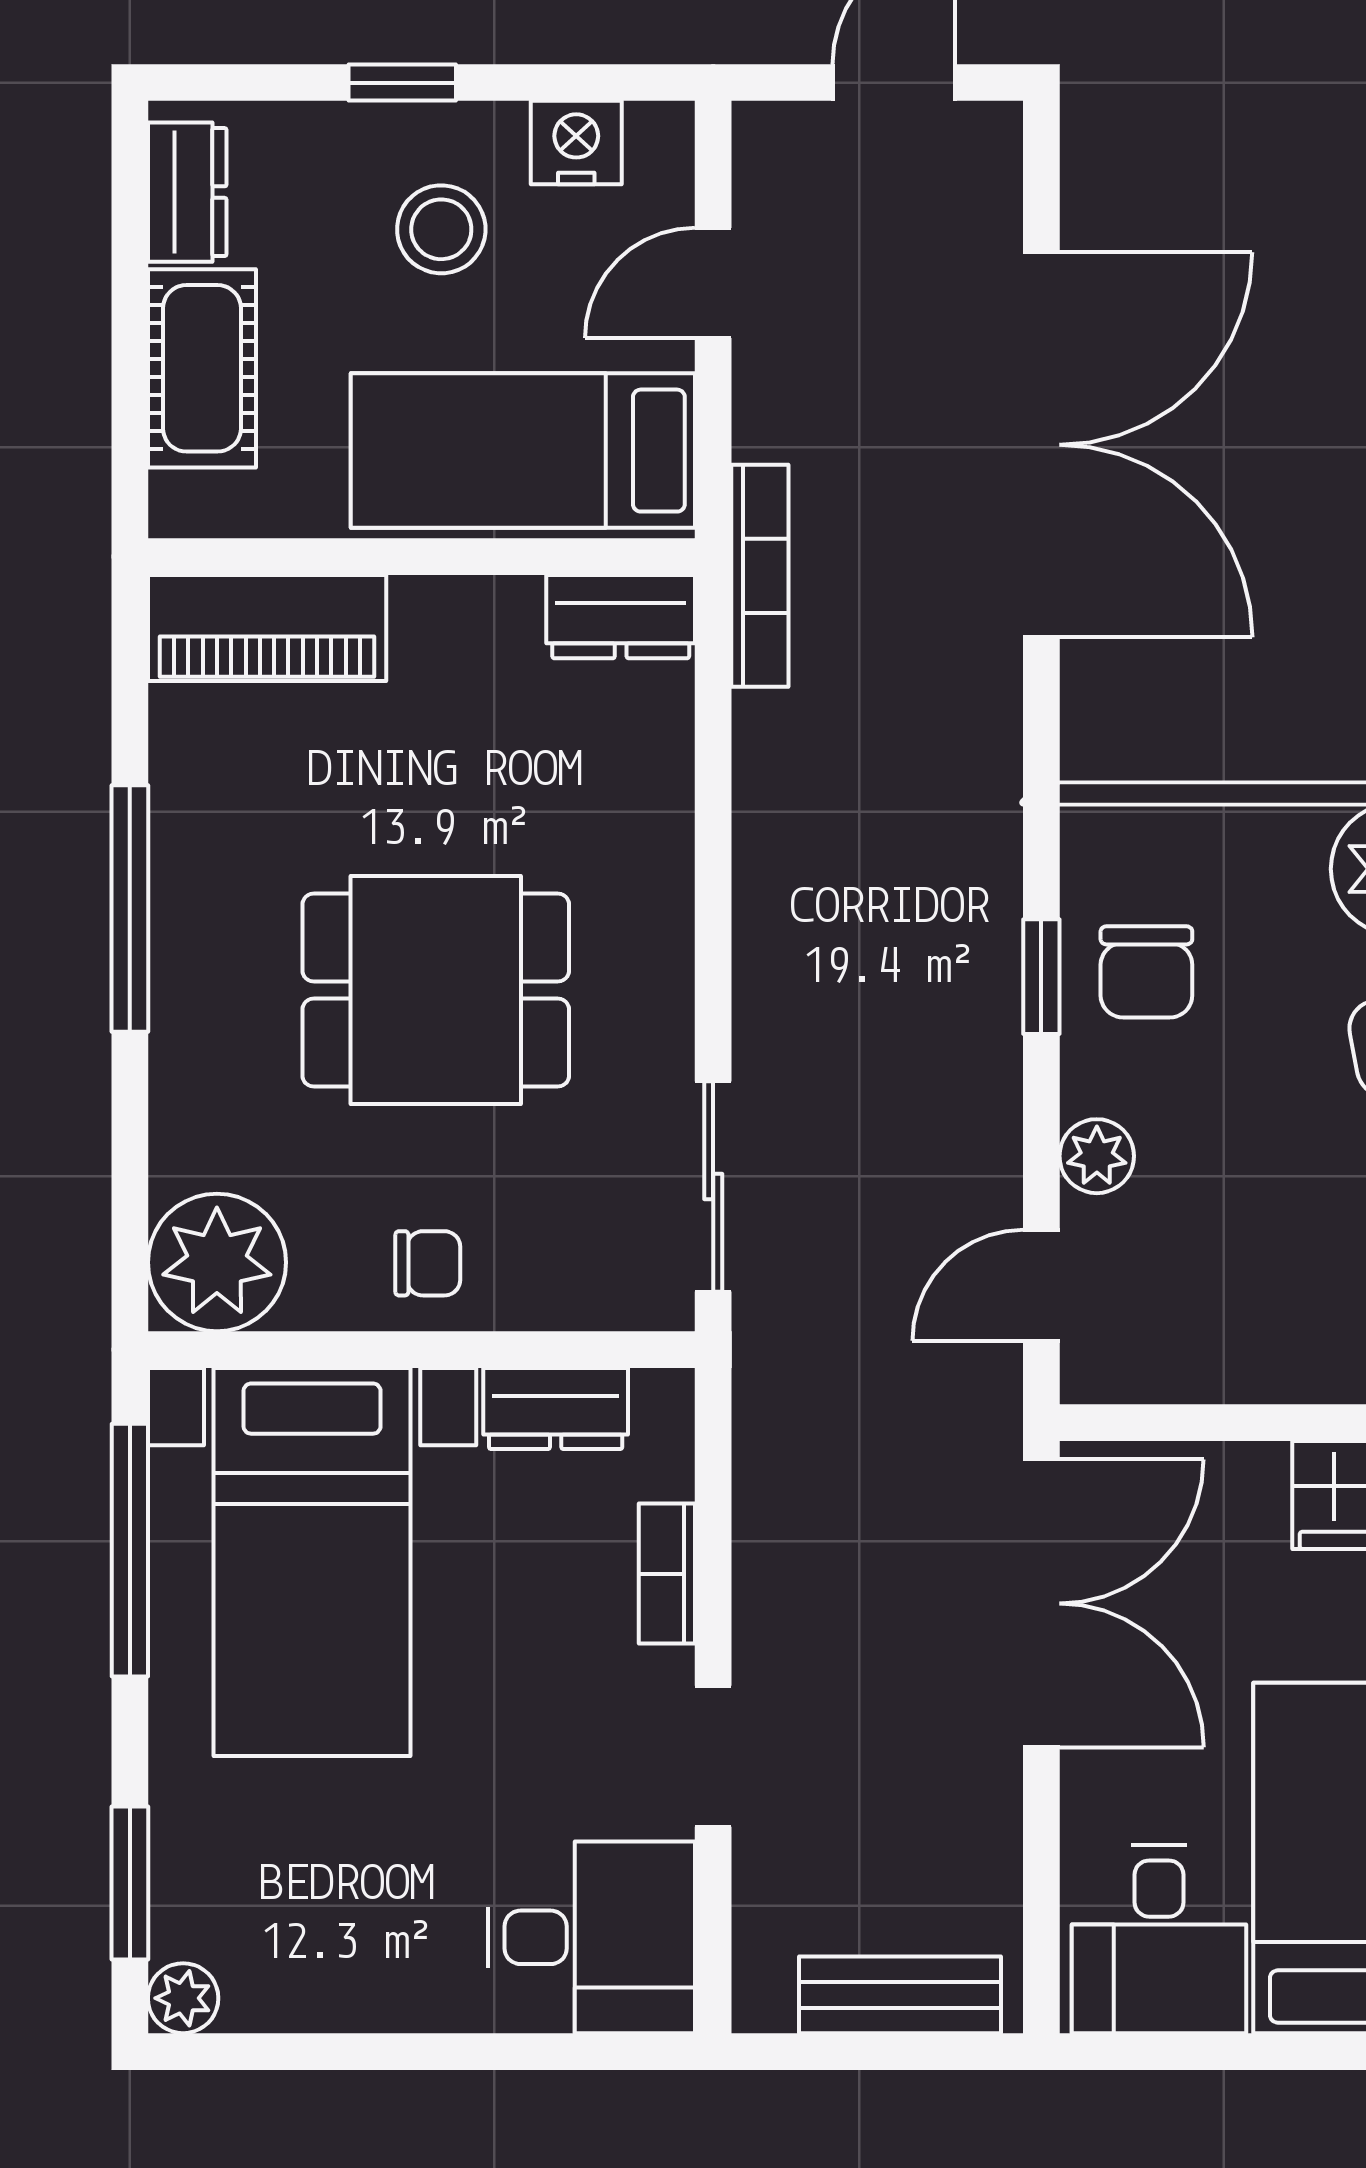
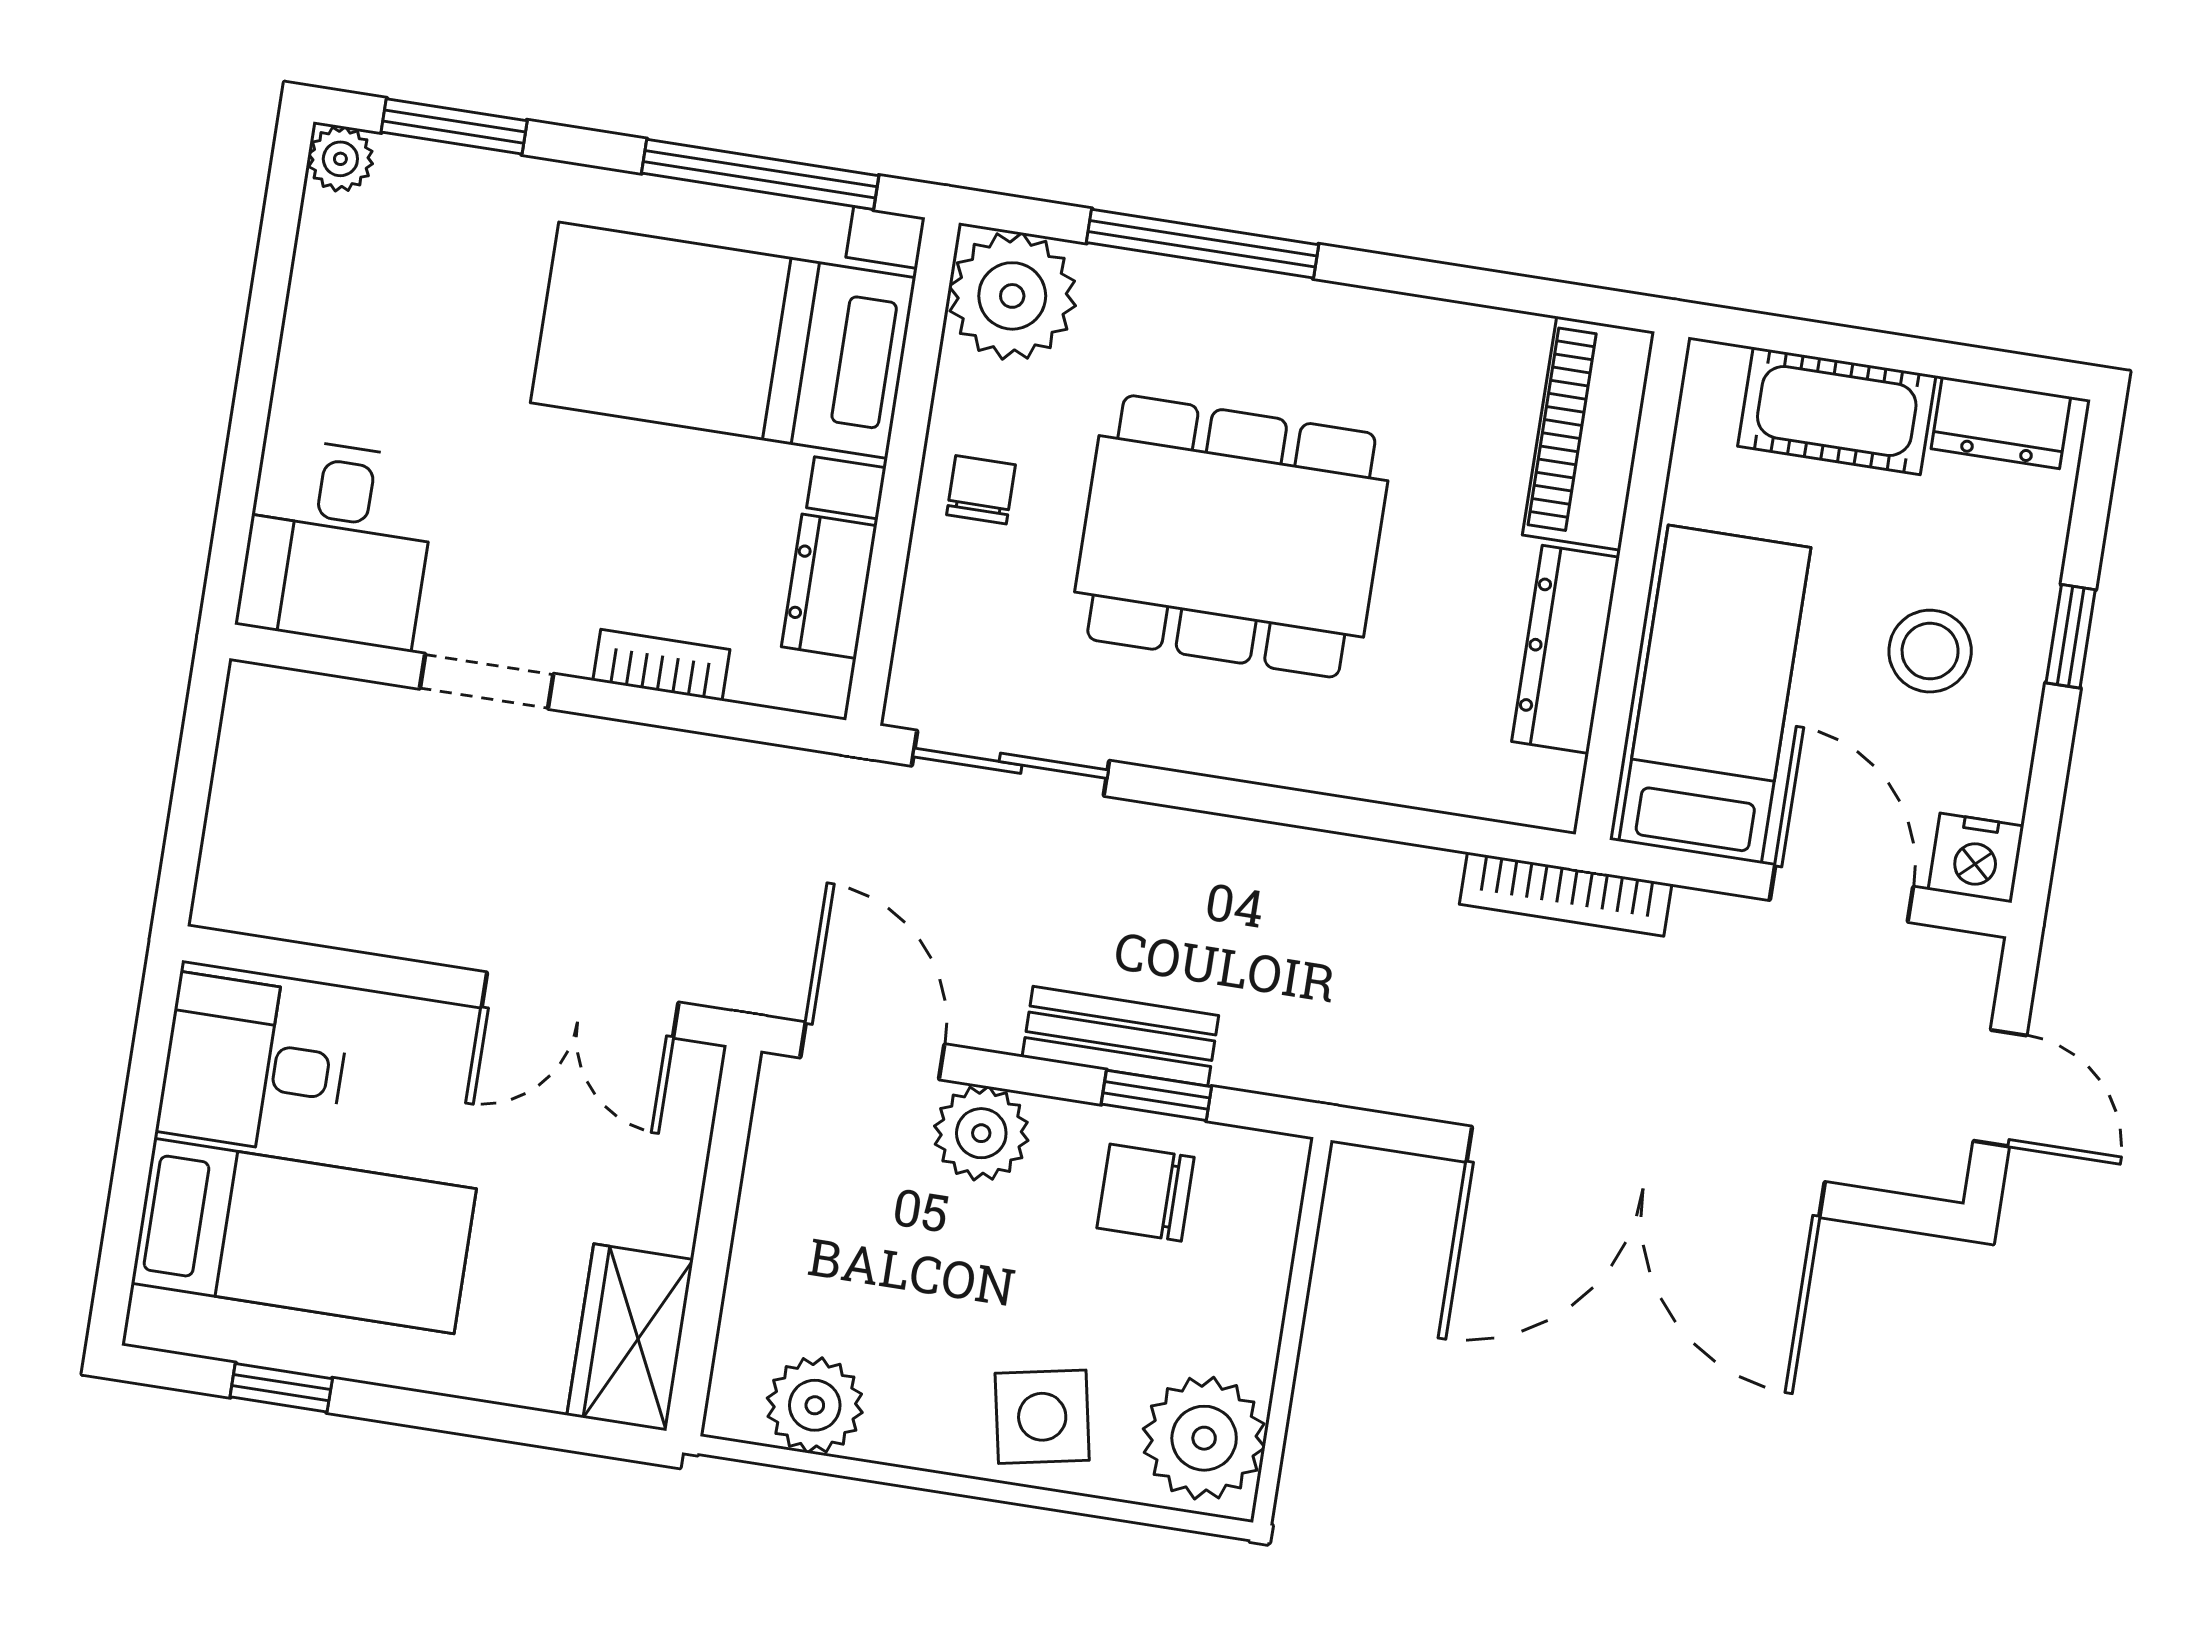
nightstand: (576, 143) -> (1976, 858), moved, turned 90
door: (713, 283) -> (1841, 893), width x1.38
dresser: (621, 617) -> (1565, 649), moved, width x1.44
window: (130, 908) -> (1203, 244), moved
dining table: (436, 990) -> (1231, 536), width x1.38
plant: (1097, 1156) -> (981, 1133), width x1.38, depth x1.38
chair: (428, 1263) -> (981, 490), turned 180
door: (1041, 1285) -> (872, 1051), width x1.37
double door: (1041, 1603) -> (580, 1005), width x0.73
bench: (900, 1995) -> (1120, 1036), moved, turned 90

